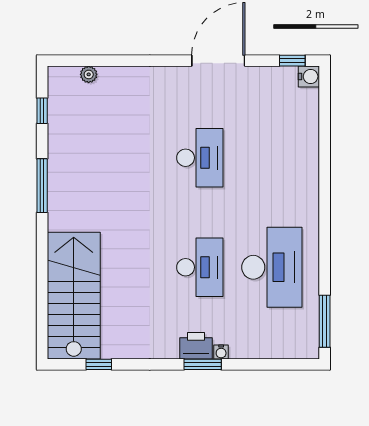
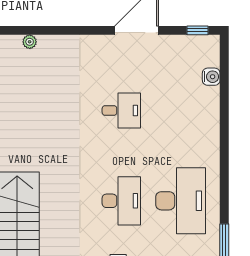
water cooler: (309, 76) -> (211, 77), moved
desk: (200, 158) -> (121, 110), width x0.73

